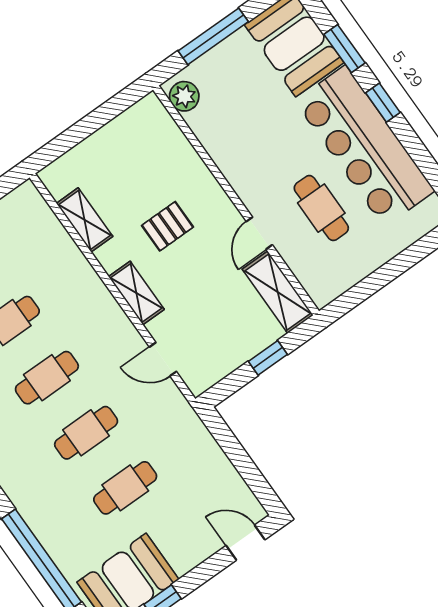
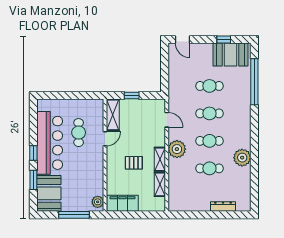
filing cabinet: (132, 129) -> (122, 203), added
shelving: (136, 293) -> (160, 159), moved
plant: (101, 315) -> (177, 149), added

